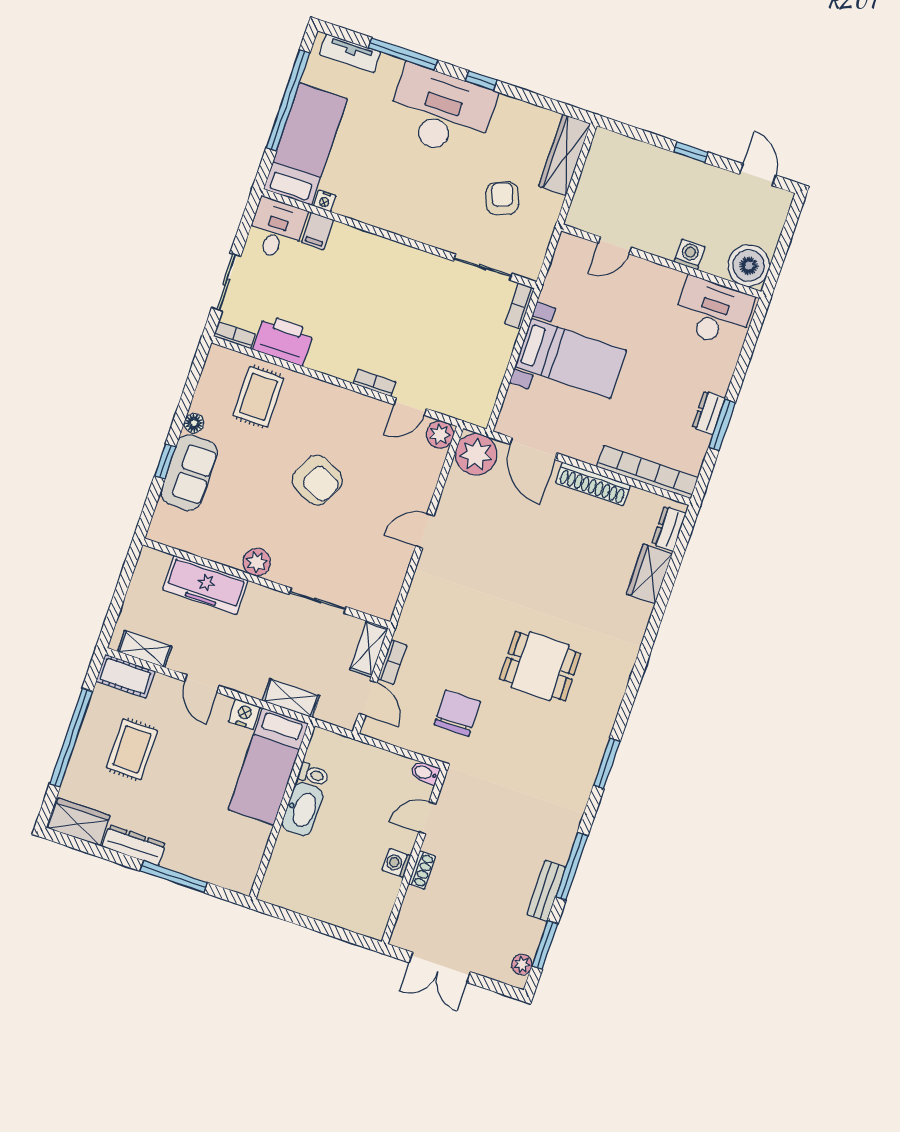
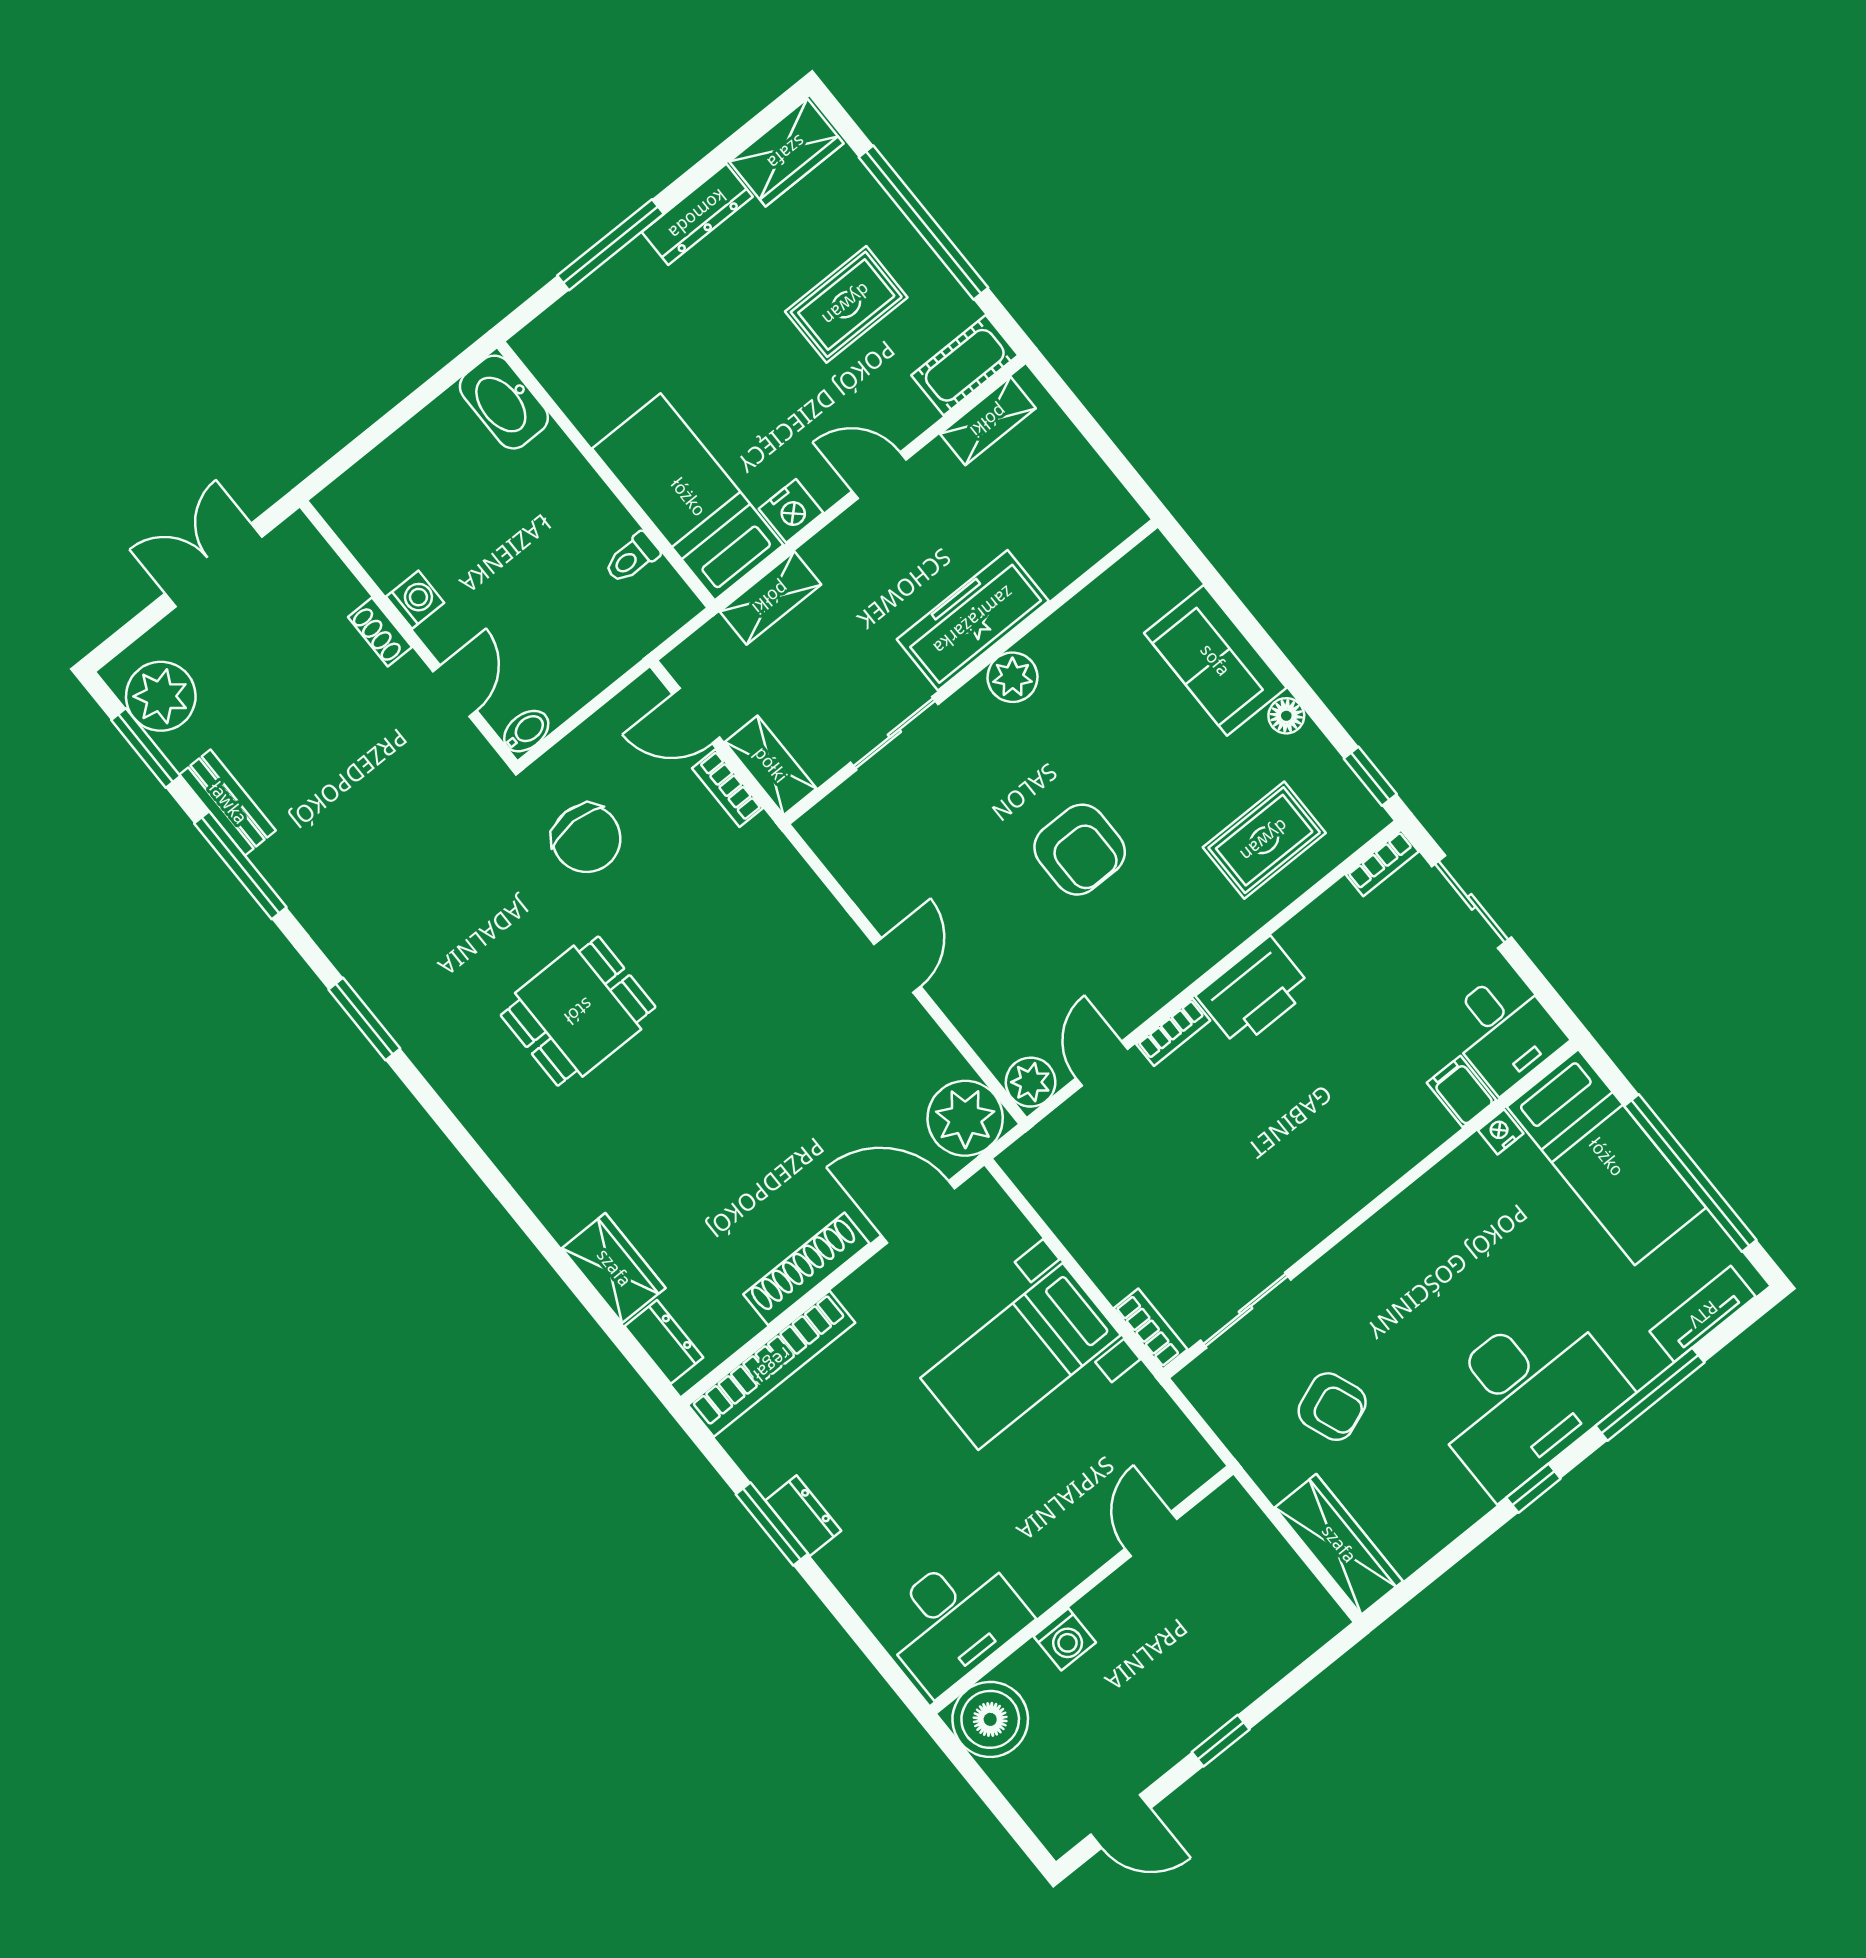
printer: (284, 340) -> (1254, 992), moved
rug: (258, 397) -> (1264, 840), turned 90
window: (165, 461) -> (1370, 776), moved
armchair: (317, 480) -> (1080, 850), turned -116
freezer: (205, 585) -> (973, 620), moved
rug: (132, 749) -> (846, 304), turned 90
washbasin: (302, 809) -> (504, 402), moved
plant: (522, 964) -> (161, 696), width x1.88, depth x1.88

